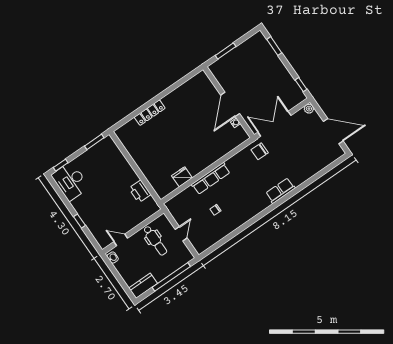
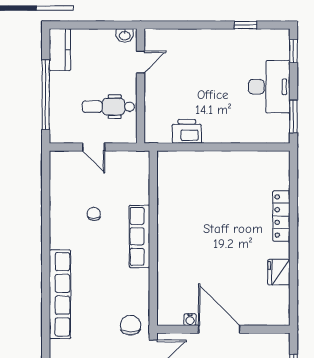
fridge: (182, 177) -> (279, 272), moved, turned 180
desk: (70, 181) -> (269, 87), moved, turned 90
row of seats: (280, 191) -> (60, 294), width x2.02
window: (79, 221) -> (246, 25), moved

